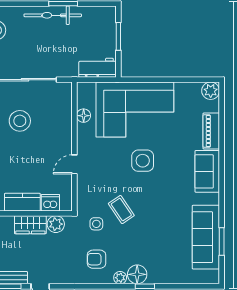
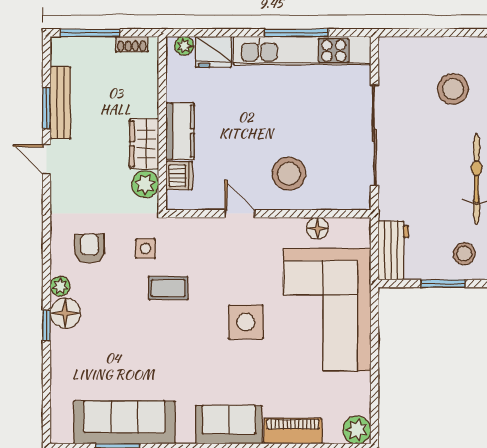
stool: (100, 23) -> (464, 254), added
stool: (20, 121) -> (289, 174), moved
coffee table: (121, 210) -> (168, 288), turned 34

